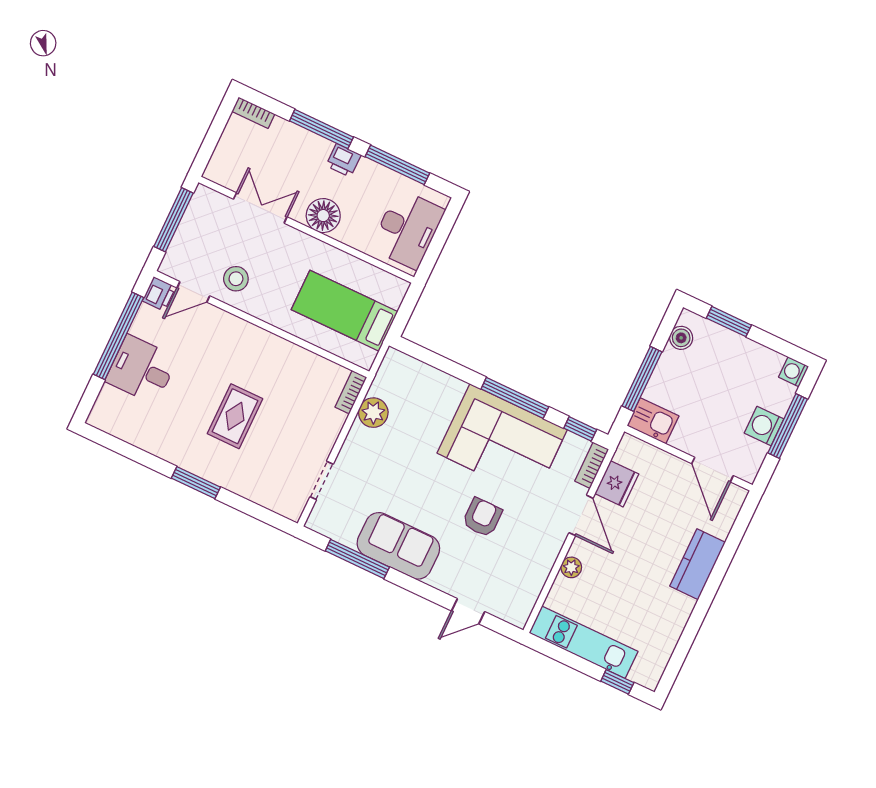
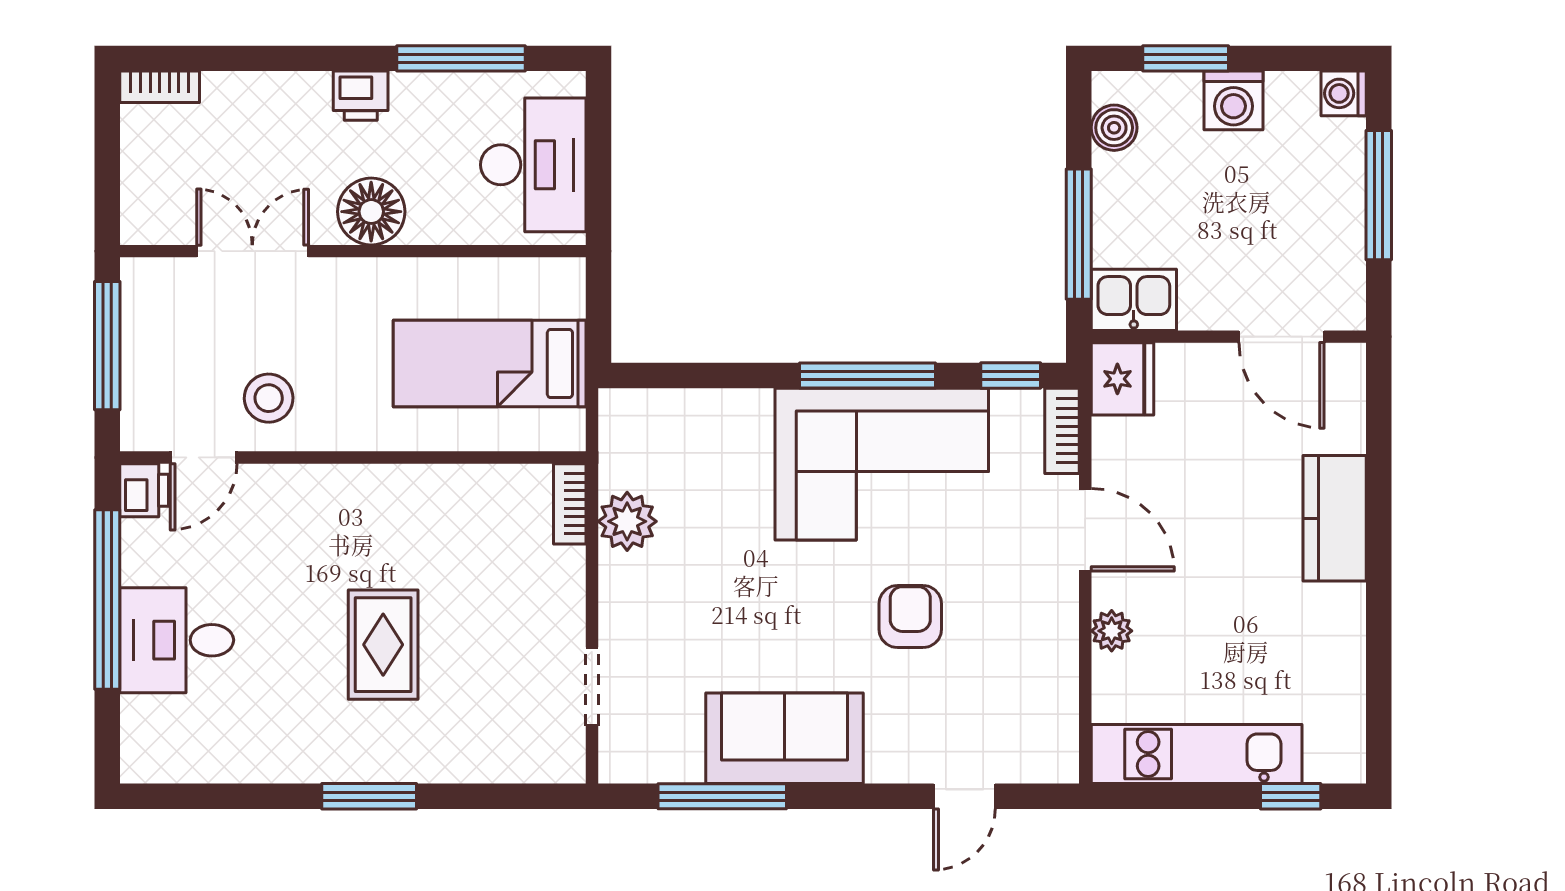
window: (321, 129) -> (295, 58), removed
washing machine: (764, 426) -> (1233, 100), moved, turned -90
fridge: (617, 484) -> (1122, 379), moved

